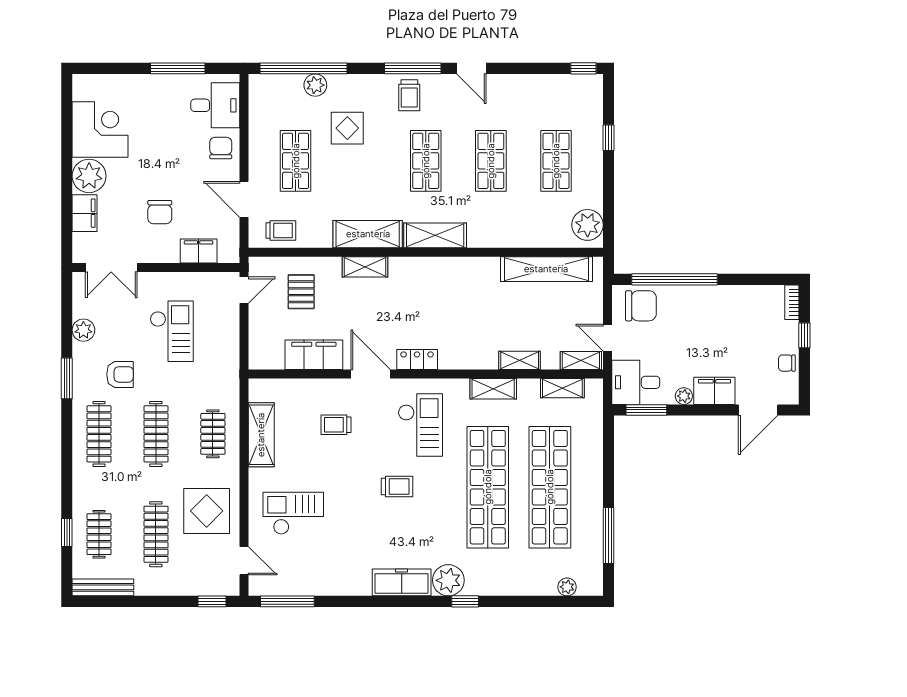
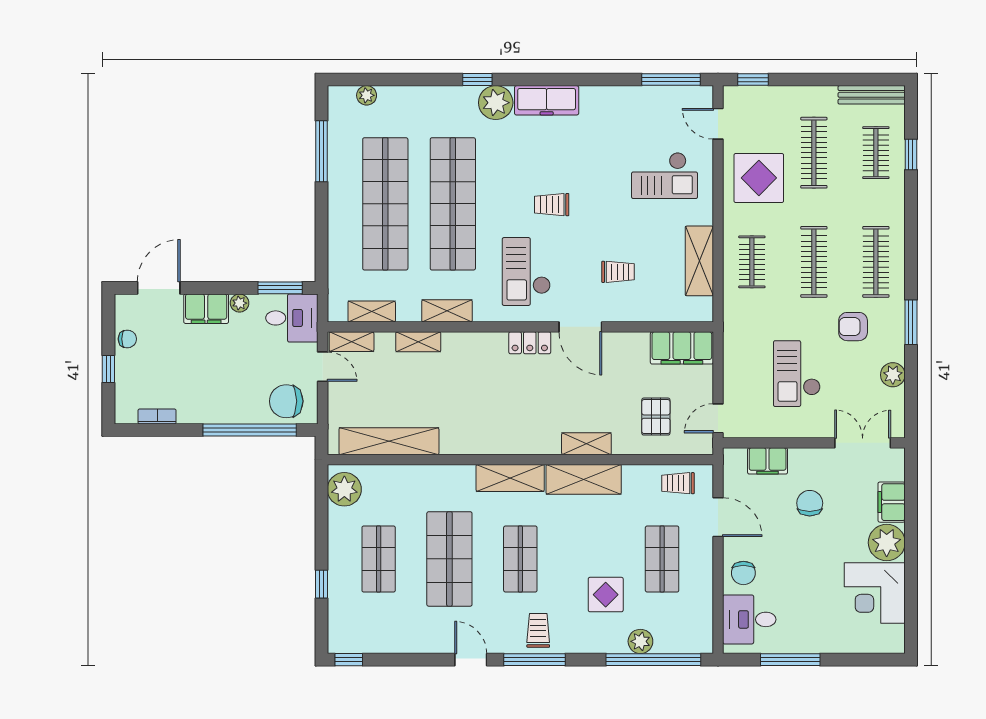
shop shelf: (491, 161) -> (449, 559), width x1.43, depth x1.36
bookcase: (792, 302) -> (157, 416), moved, turned -90
filing cabinet: (314, 355) -> (682, 348), moved

